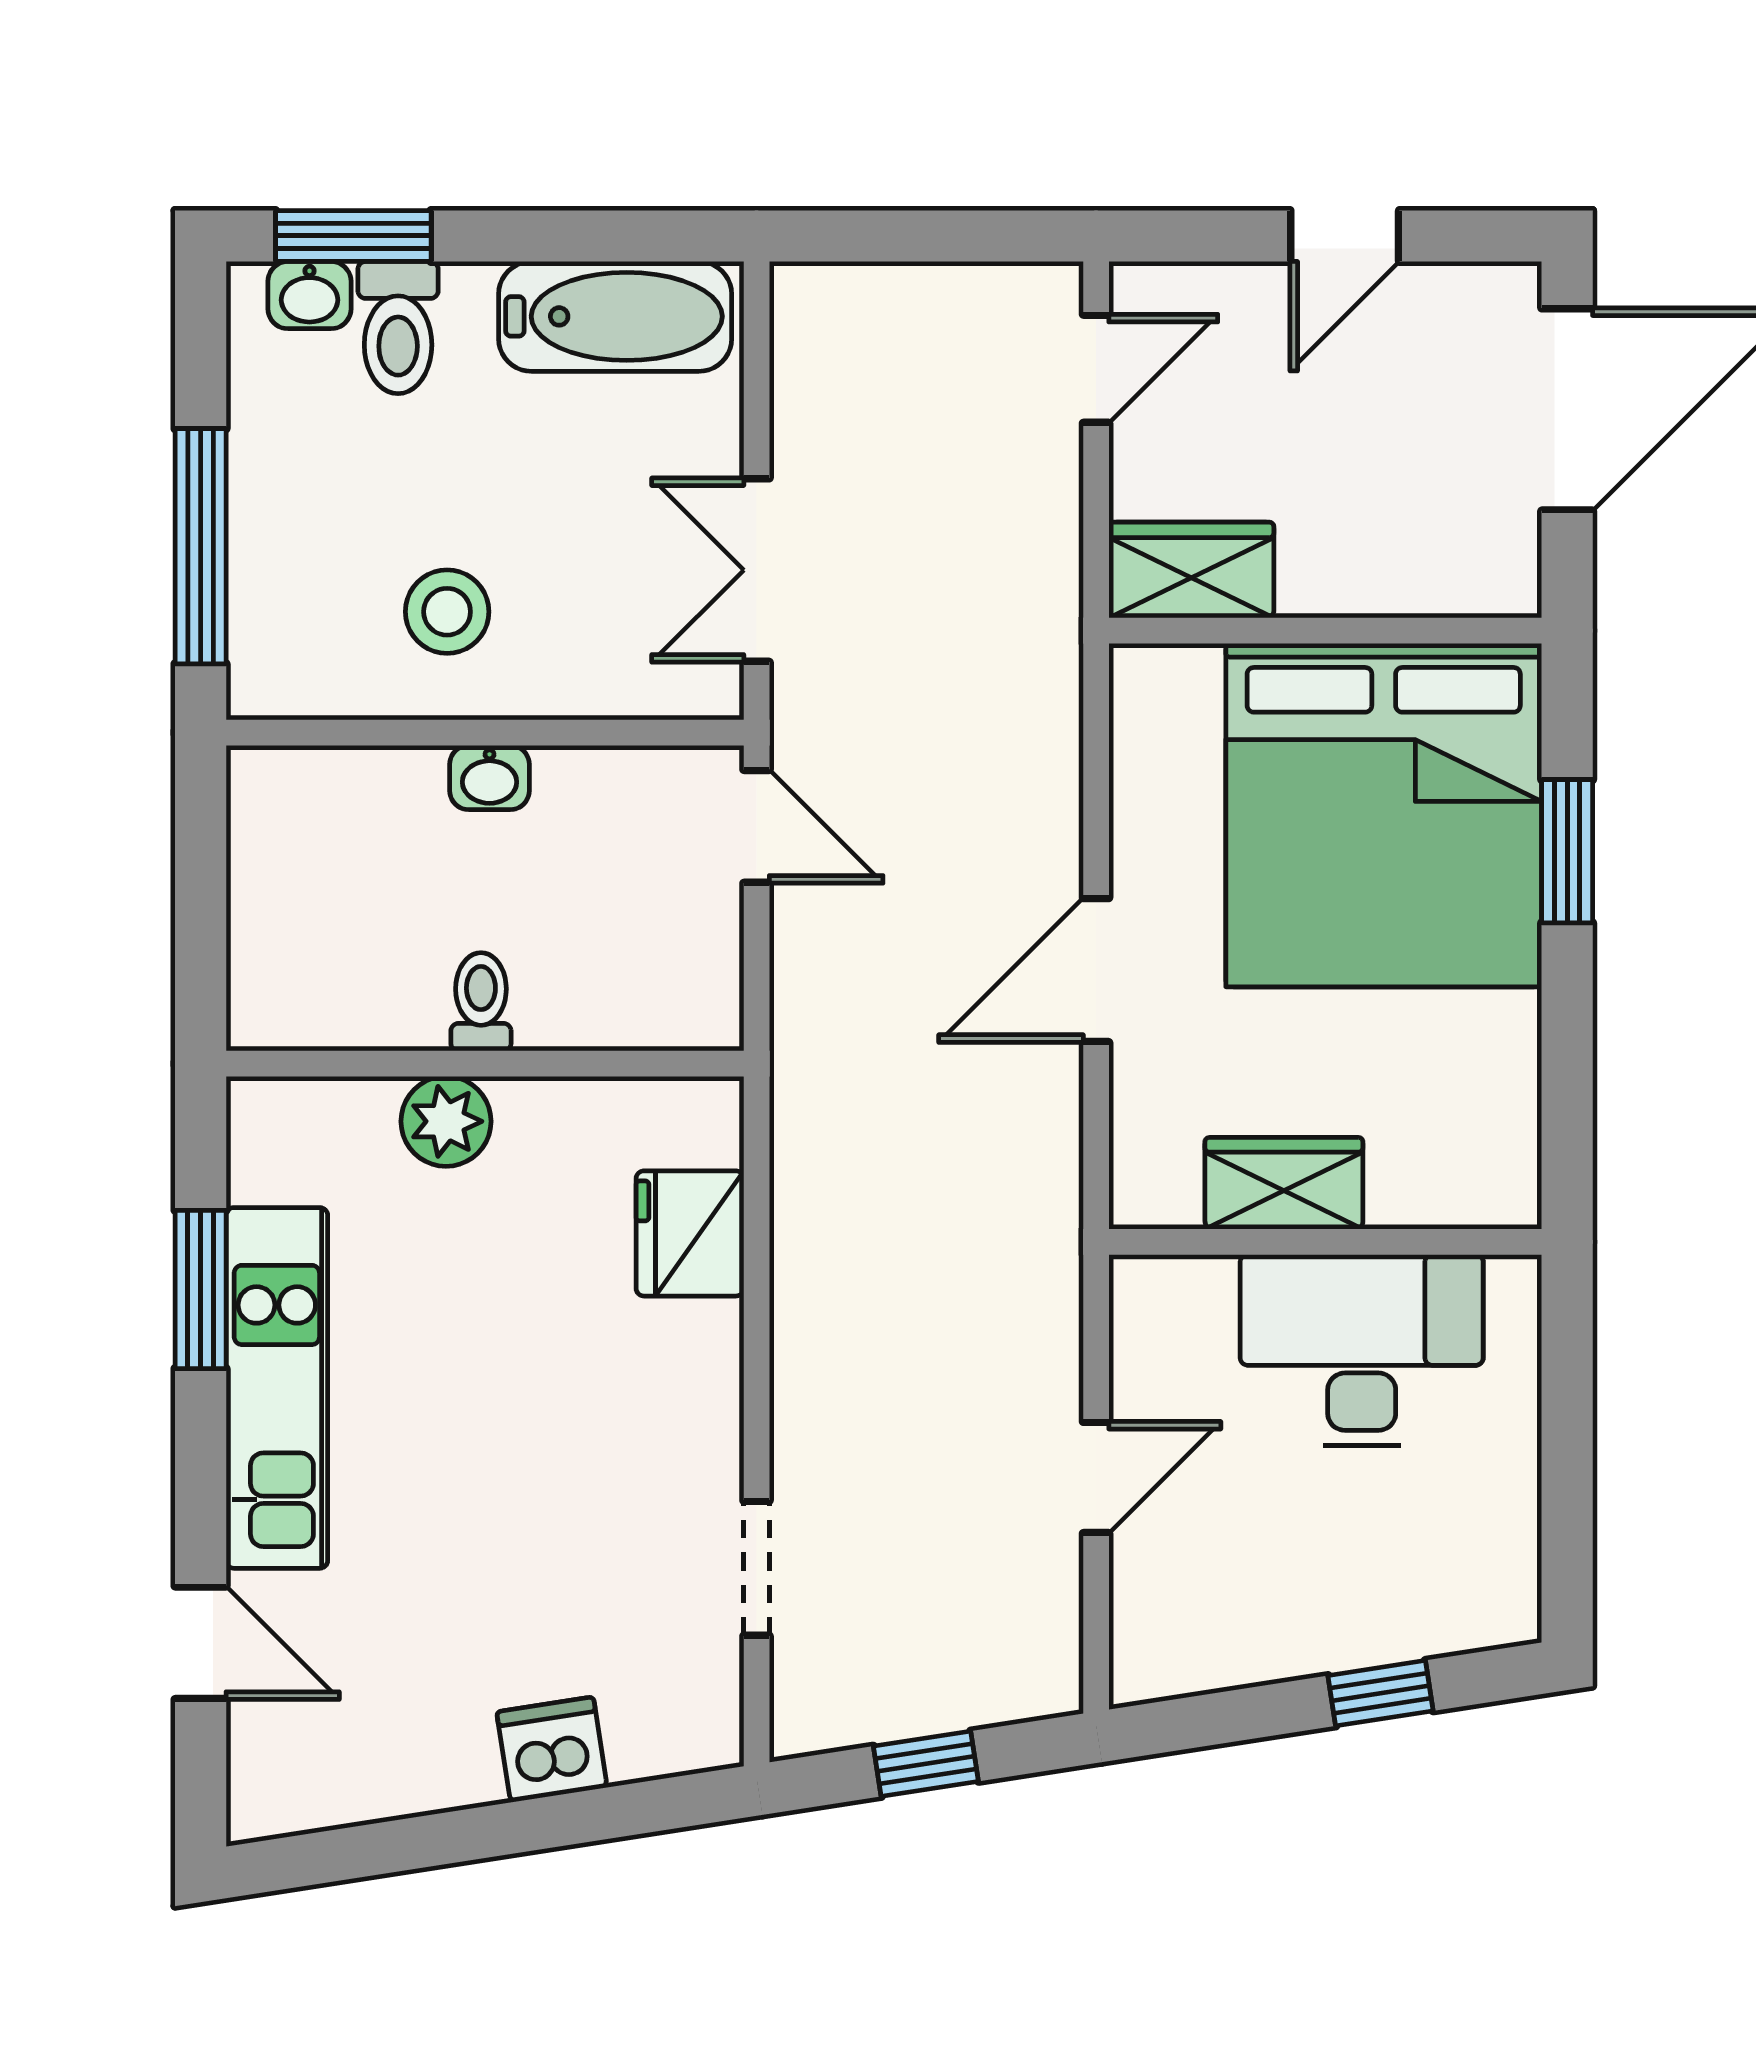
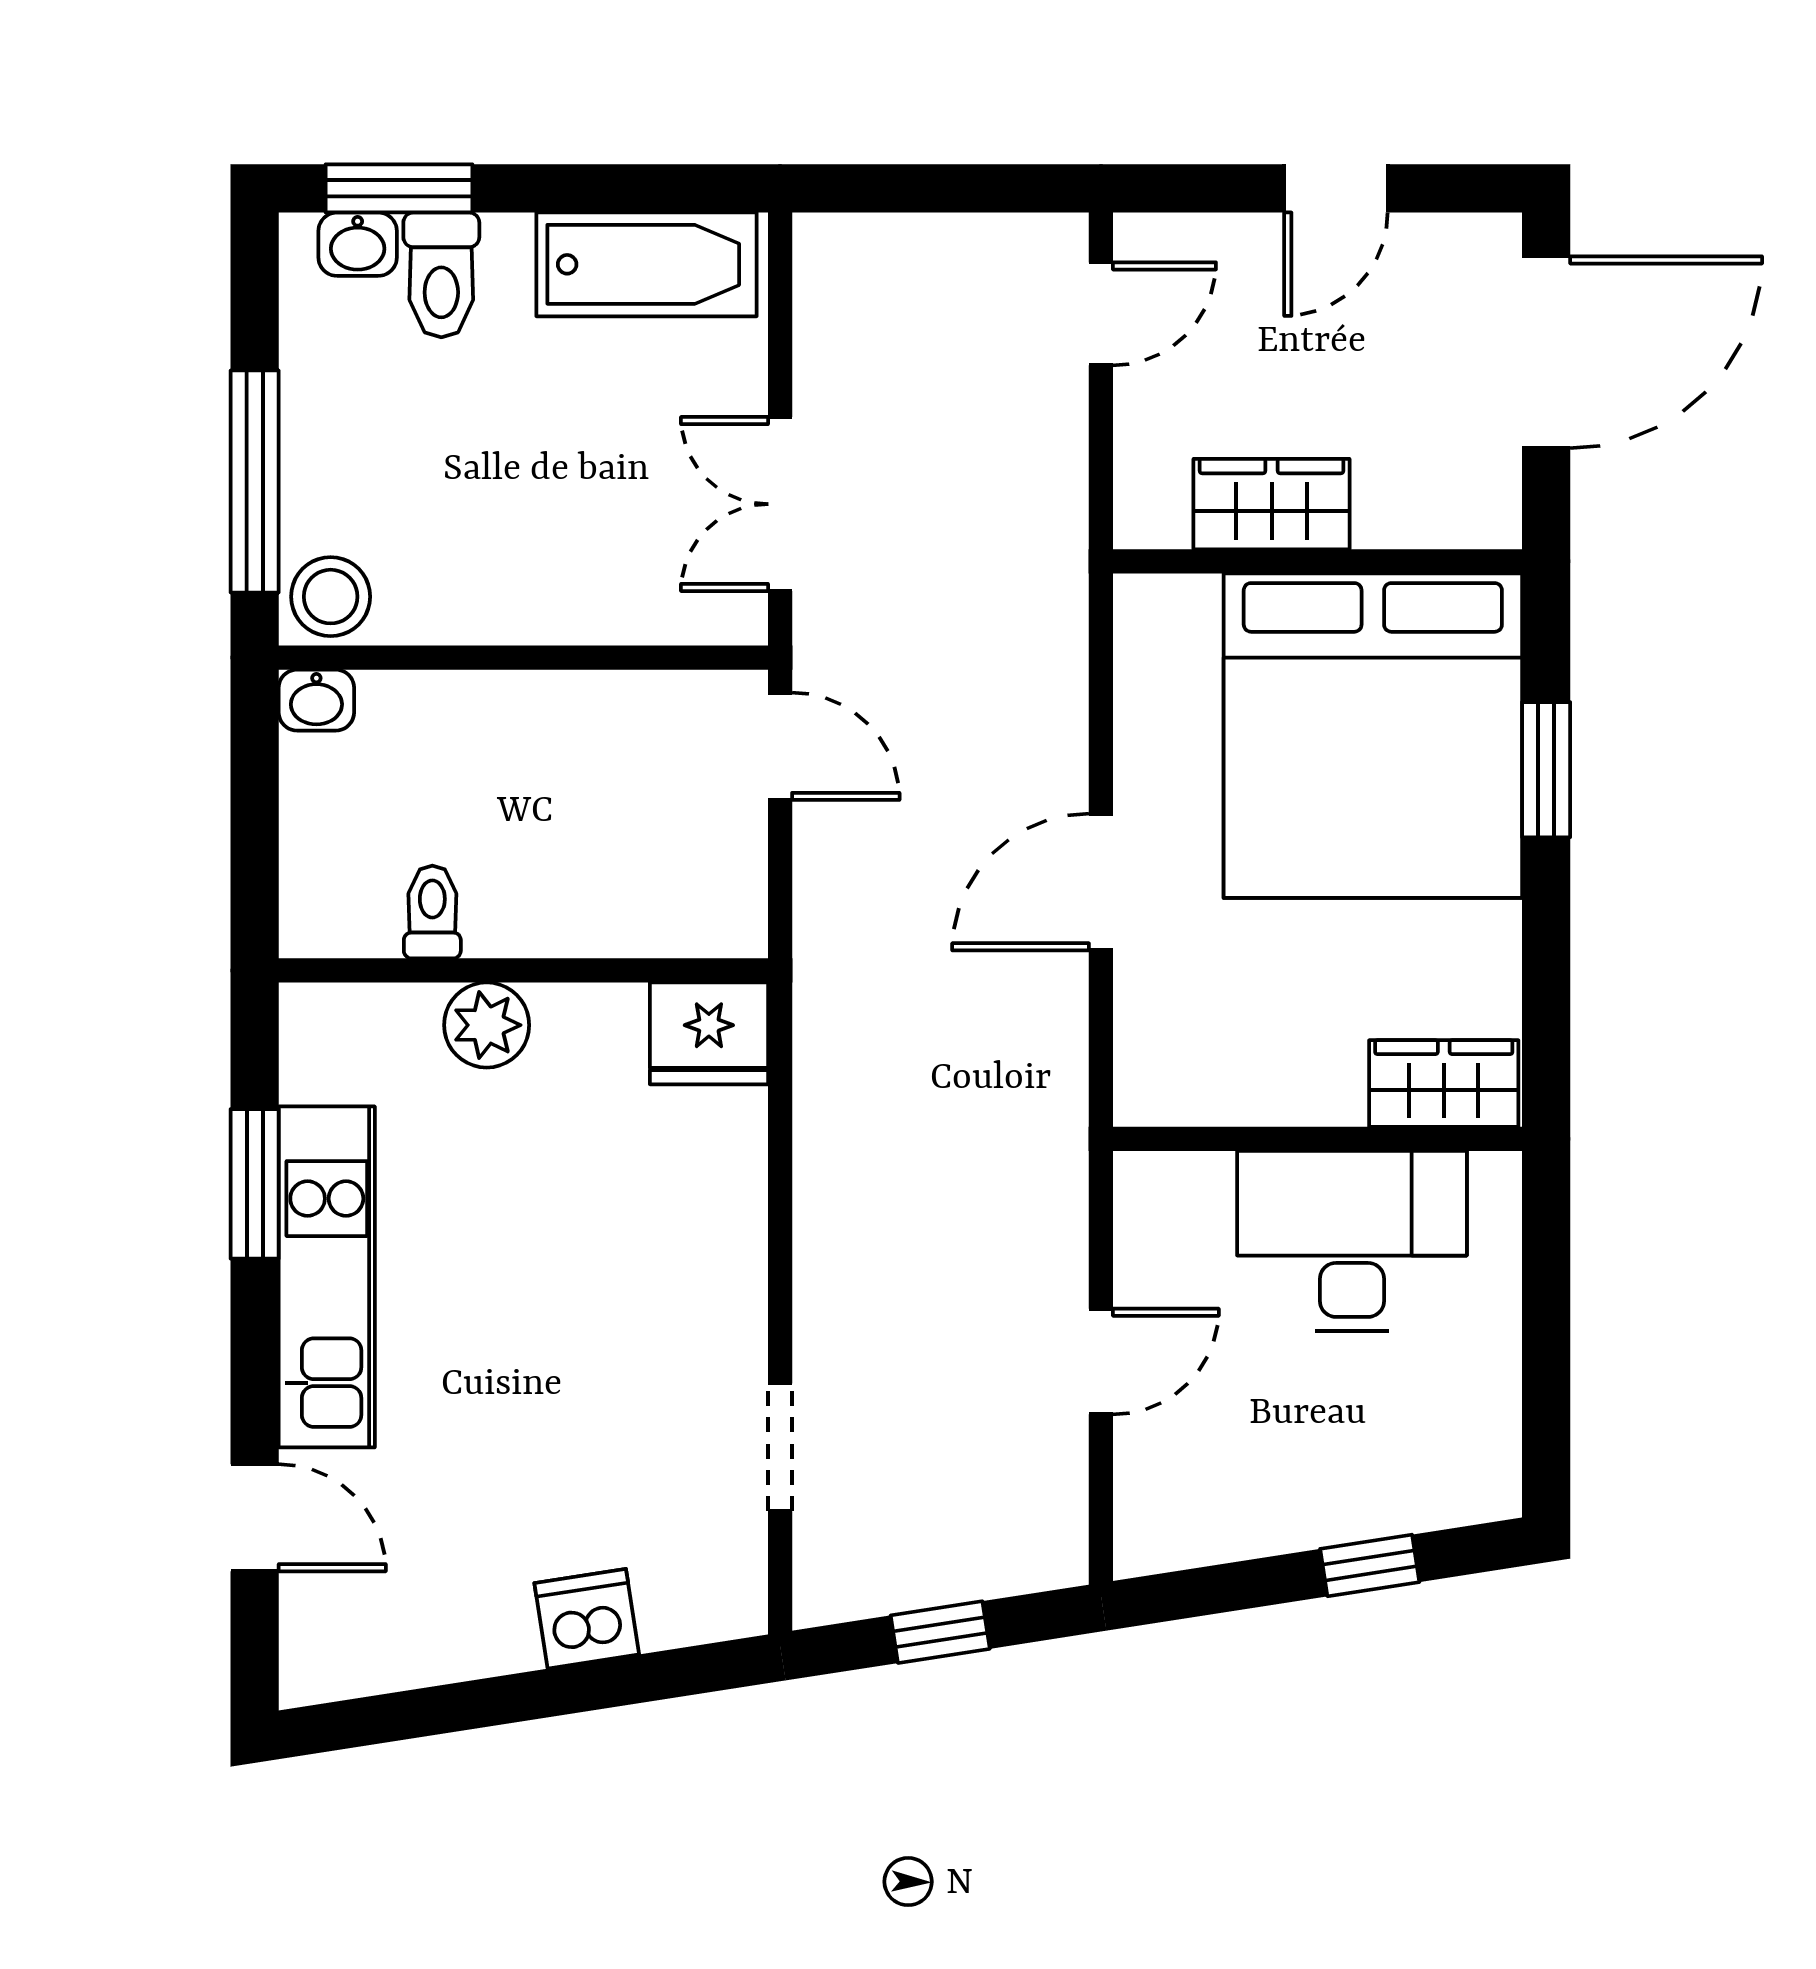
wardrobe: (1191, 570) -> (1272, 504), moved
stool: (447, 612) -> (331, 597), moved
washbasin: (489, 778) -> (316, 700), moved
toilet: (481, 1002) -> (432, 912), moved
wardrobe: (1284, 1183) -> (1444, 1084), moved
fridge: (690, 1233) -> (709, 1033), moved, turned -90

